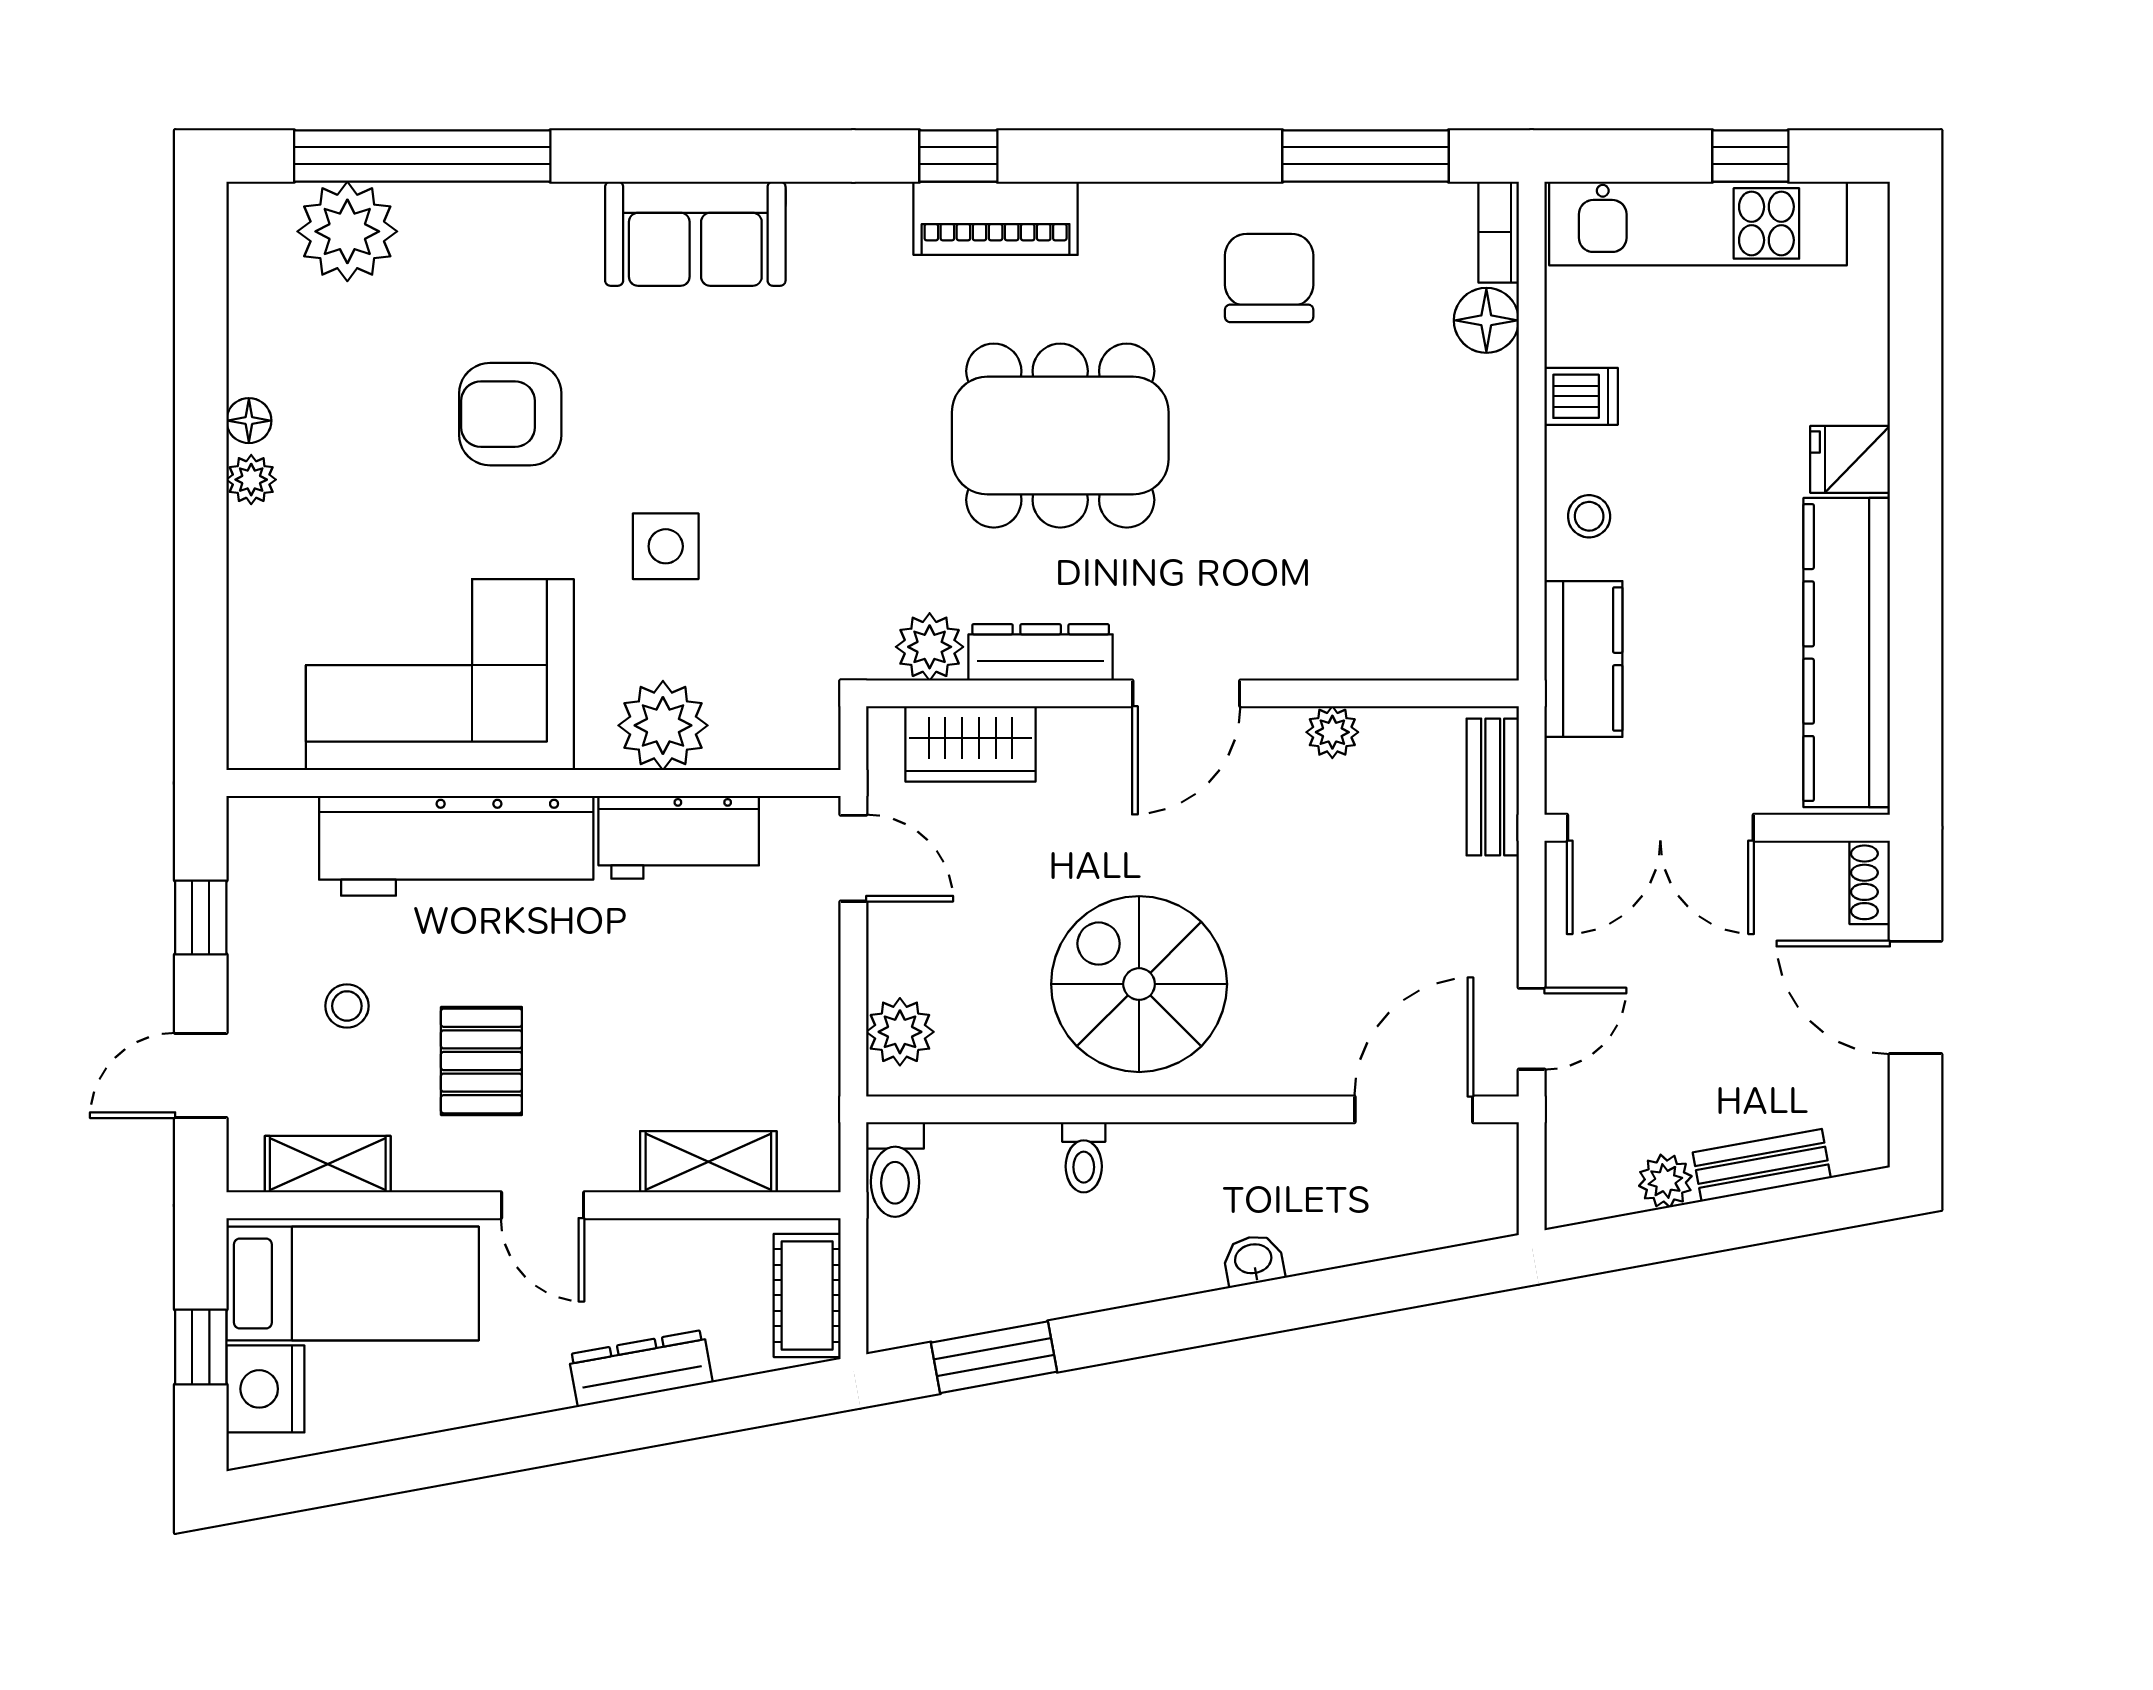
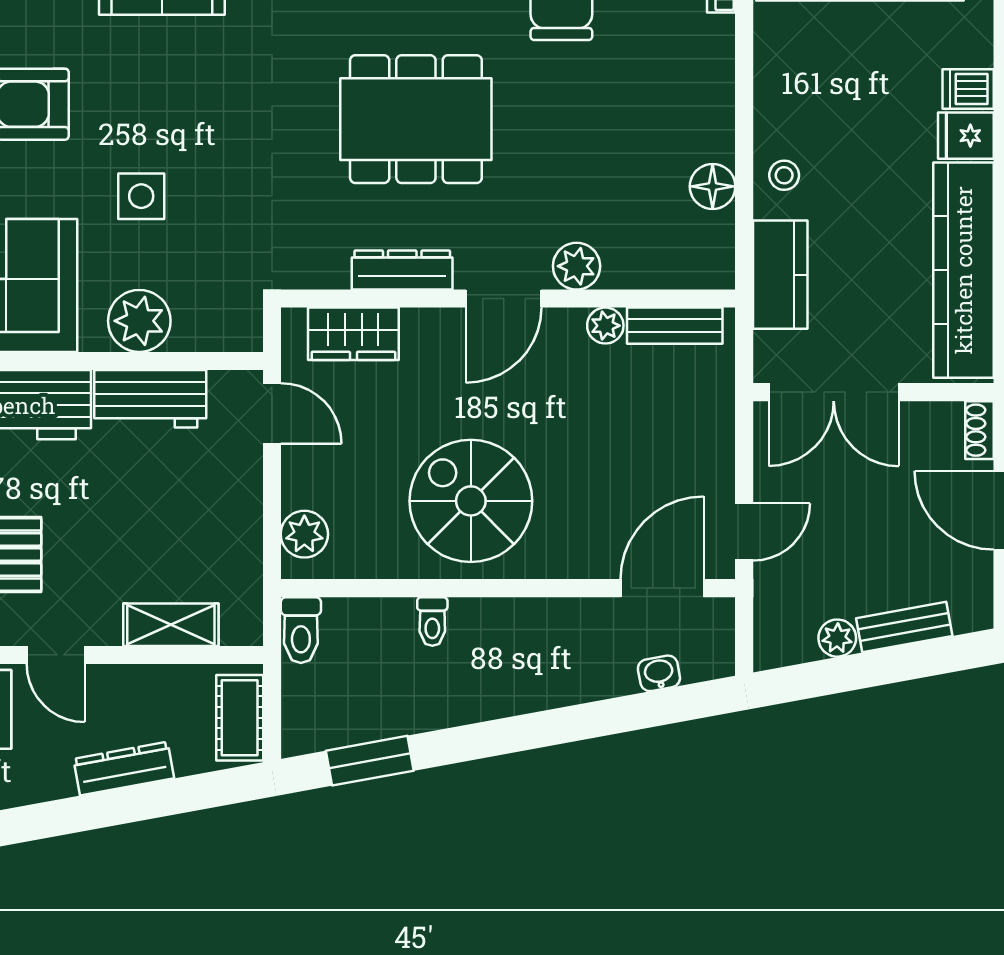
floor lamp: (1486, 320) -> (713, 186), moved
dishwasher: (1581, 396) -> (968, 89), moved, turned 180
plant: (930, 647) -> (577, 266), moved
bench: (1493, 787) -> (675, 326), moved, turned 90
washbasin: (1253, 1260) -> (659, 673), moved

